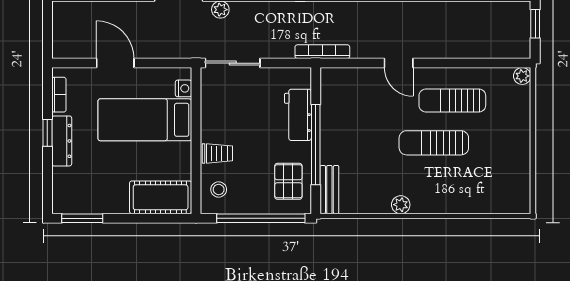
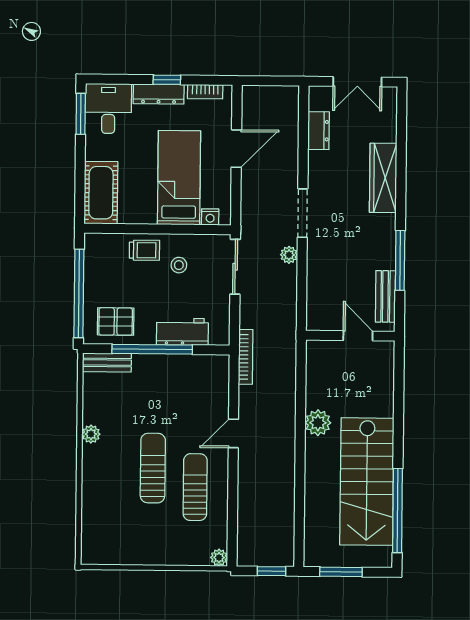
trolley: (217, 153) -> (144, 250), turned -90
stool: (219, 189) -> (179, 265), moved
desk: (77, 191) -> (108, 108), added

